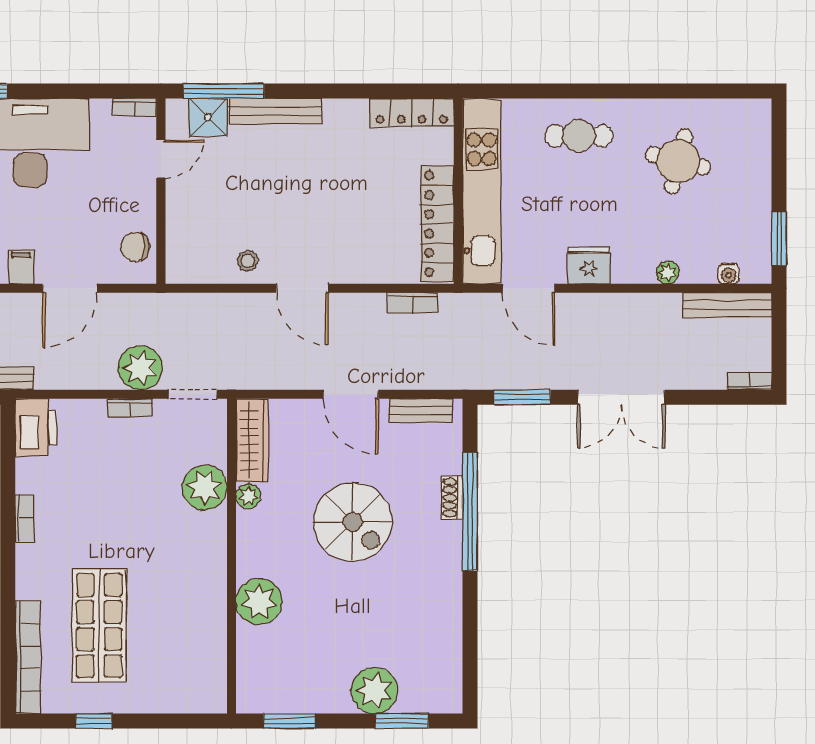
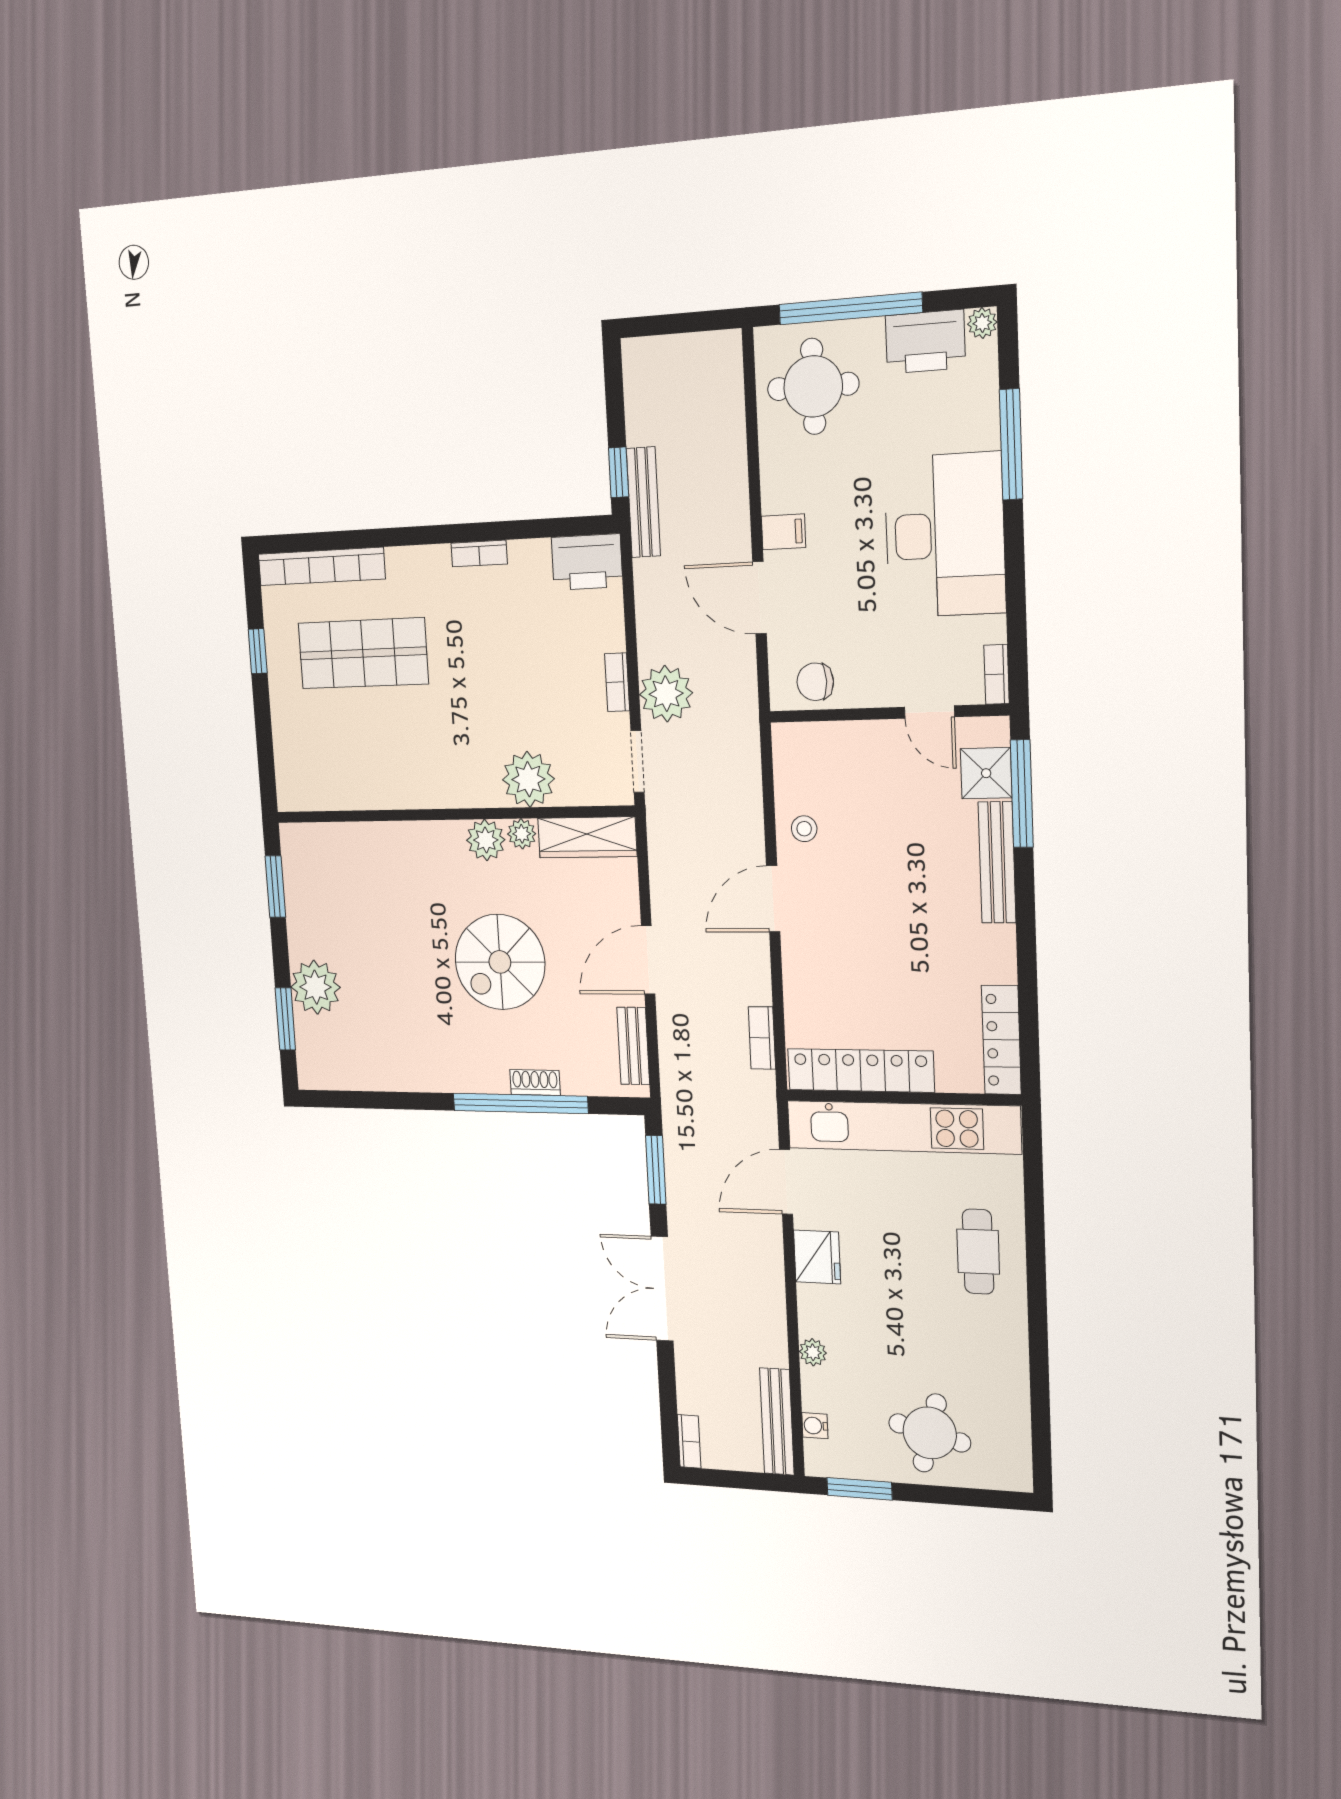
round table: (678, 161) -> (930, 1433), moved
chair: (135, 247) -> (815, 682), turned -90
plant: (259, 602) -> (486, 840), moved, width x0.73, depth x0.73

